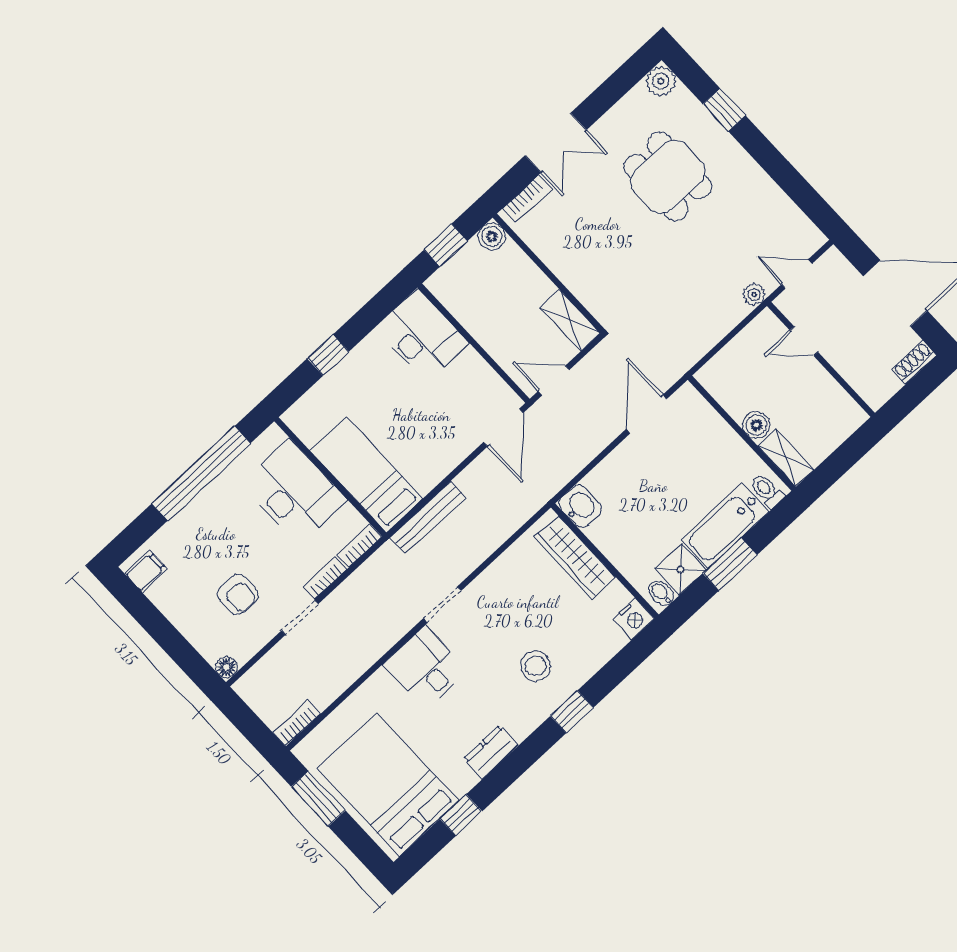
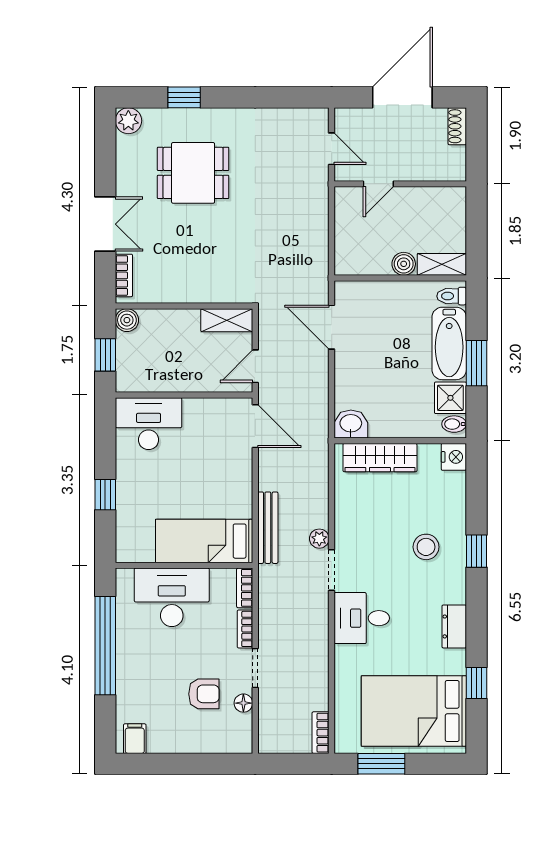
door: (797, 274) -> (332, 149), swing flipped
plant: (754, 294) -> (319, 539), moved
floor lamp: (226, 667) -> (243, 703), moved

